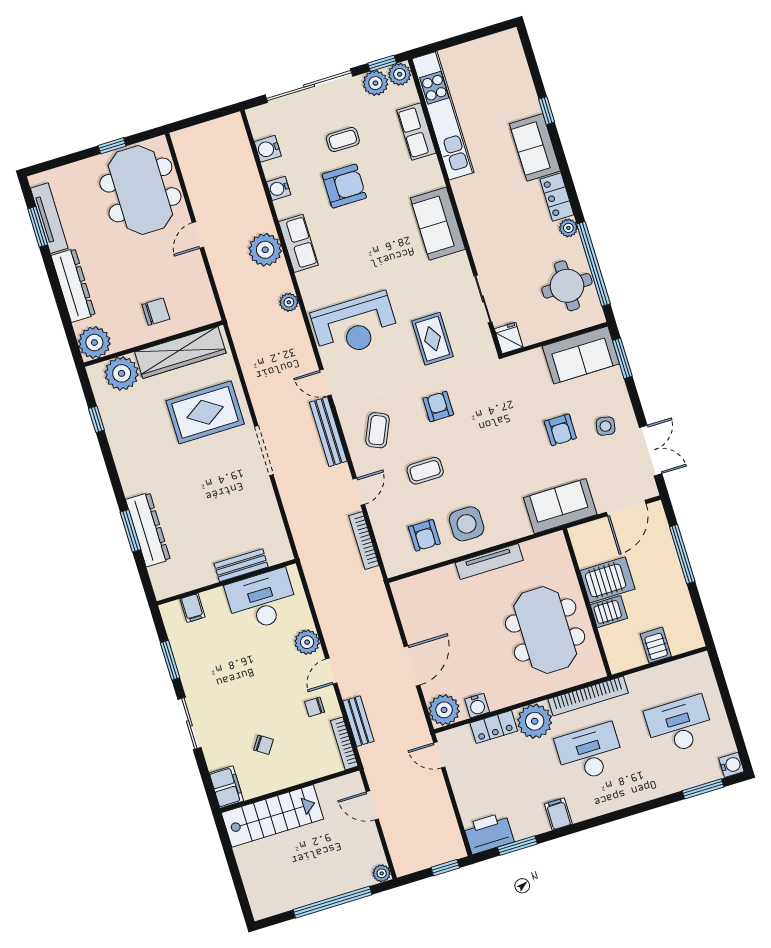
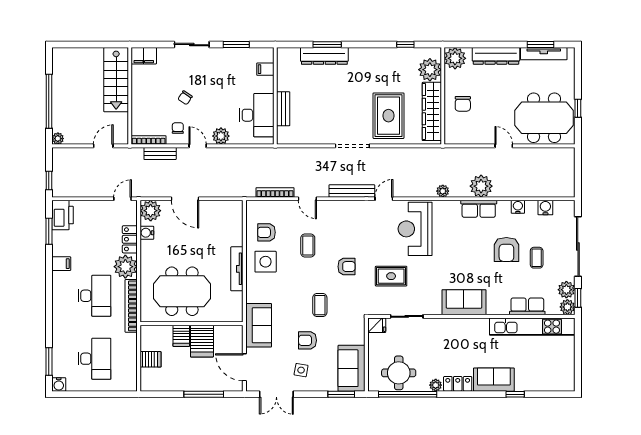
coffee table: (378, 430) -> (320, 305), moved, turned 66
chair: (263, 745) -> (185, 98), moved

